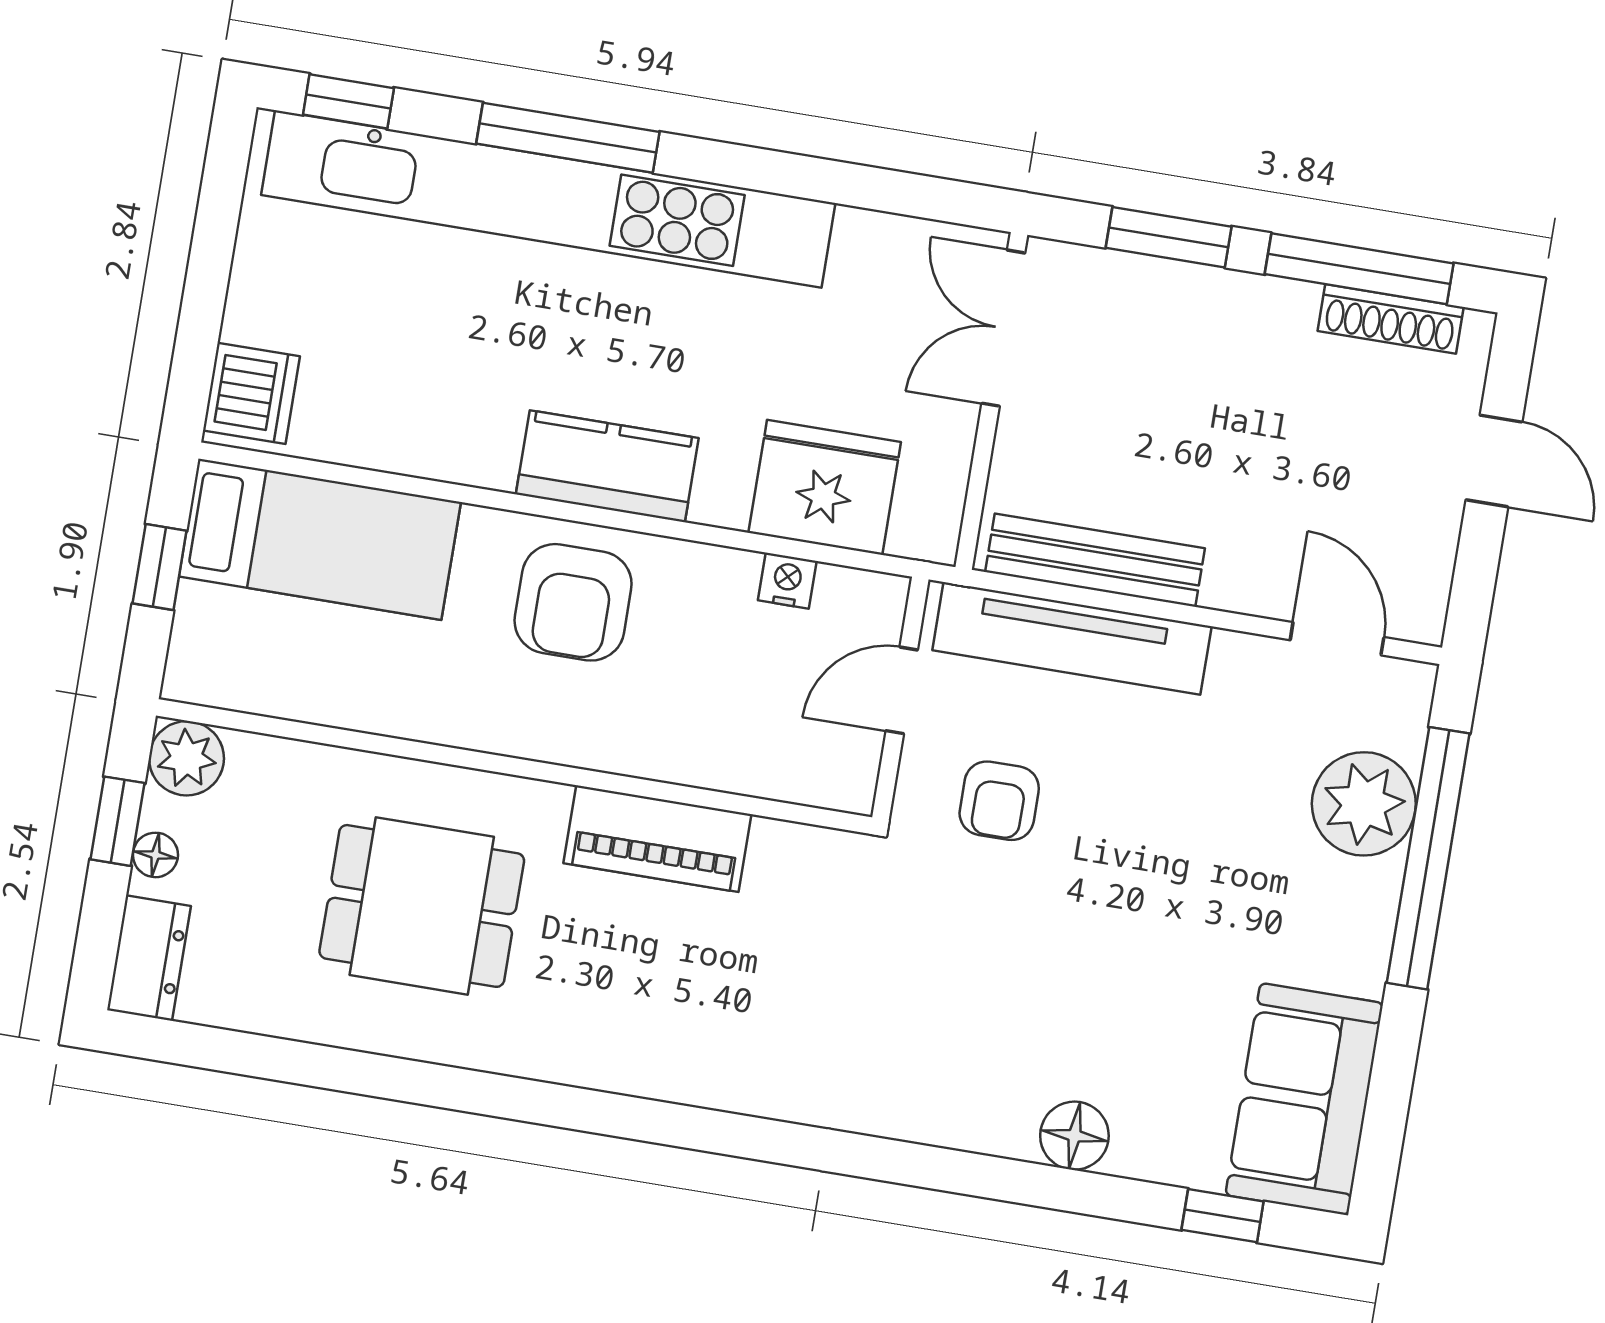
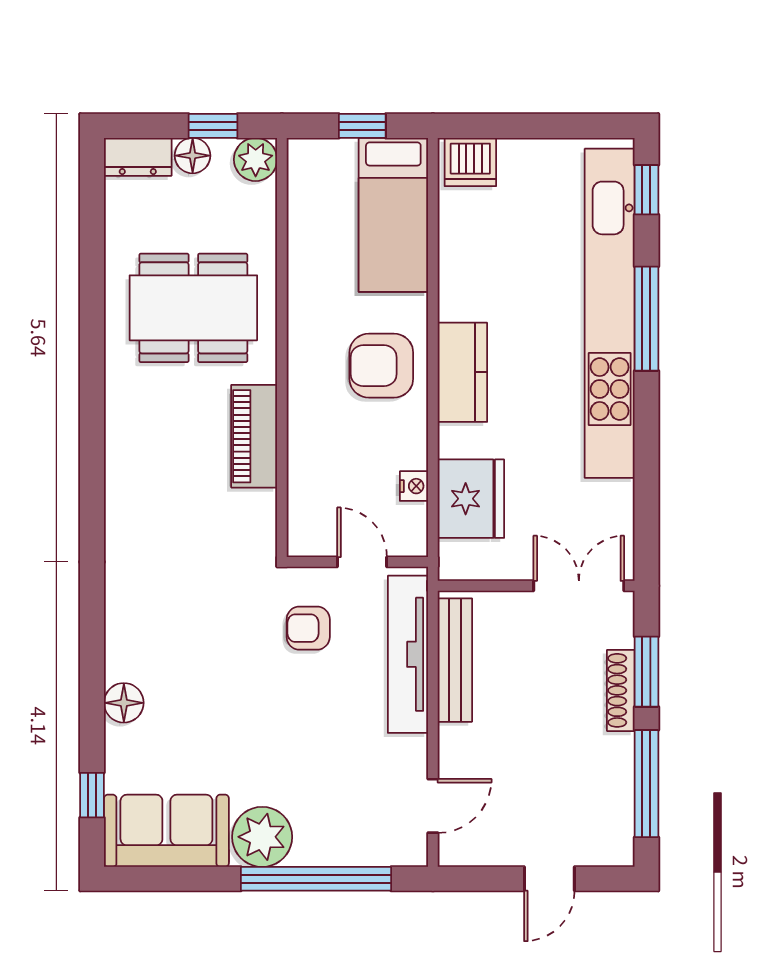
shoe rack: (1391, 319) -> (621, 690), moved
plant: (1364, 804) -> (262, 837), moved
floor lamp: (155, 855) -> (193, 156), width x1.37, depth x1.37
dining table: (422, 906) -> (193, 308), width x1.38

